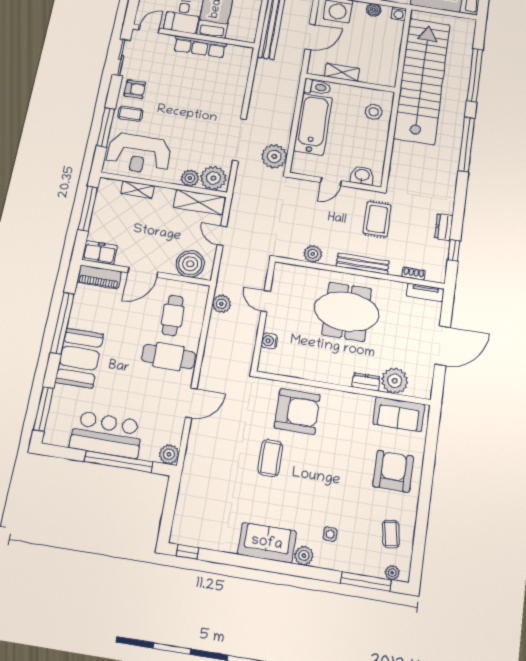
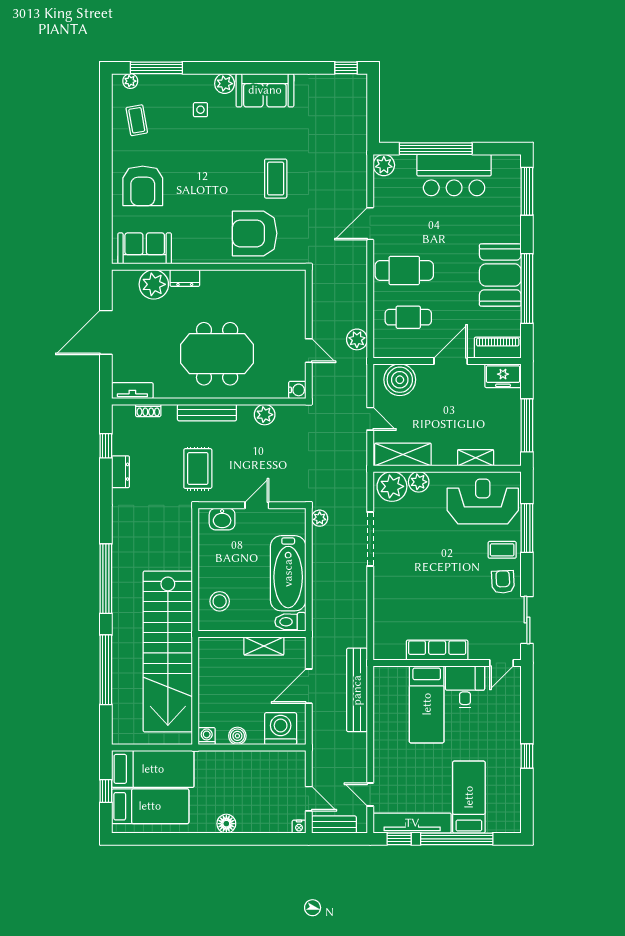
armchair: (135, 89) -> (503, 582), turned 87
plant: (274, 156) -> (320, 518), width x0.53, depth x0.53
cafe table: (173, 315) -> (408, 317), turned 90
water cooler: (269, 341) -> (297, 390), moved
booth: (79, 358) -> (500, 275), moved

